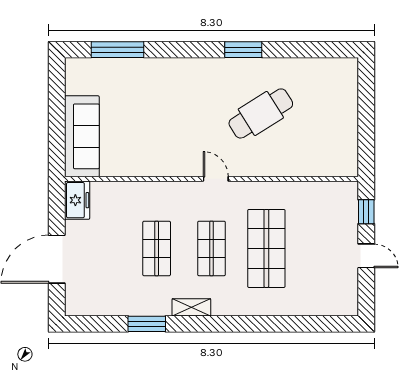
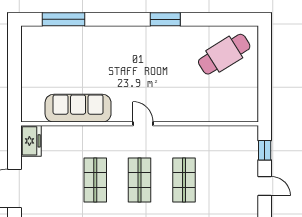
cafe table: (261, 113) -> (224, 54), moved
sofa: (82, 136) -> (78, 108), moved, turned -90
shop shelf: (266, 248) -> (184, 180), width x0.70, depth x0.74

